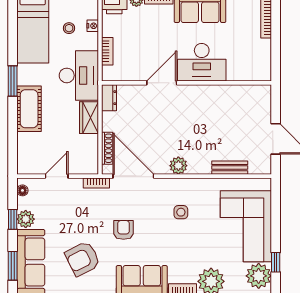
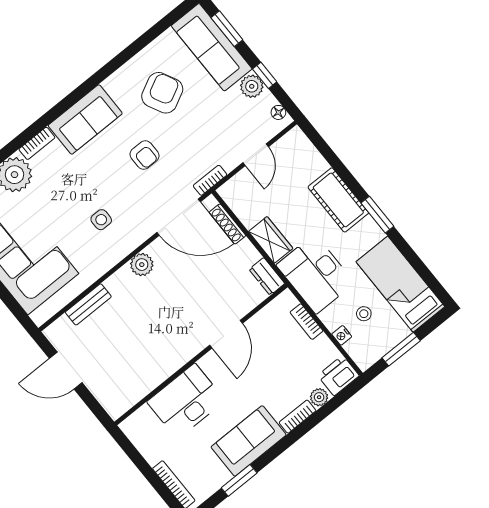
desk: (202, 62) -> (186, 401), moved

